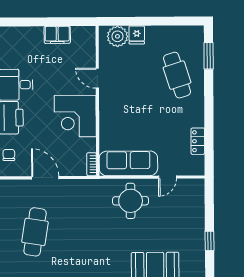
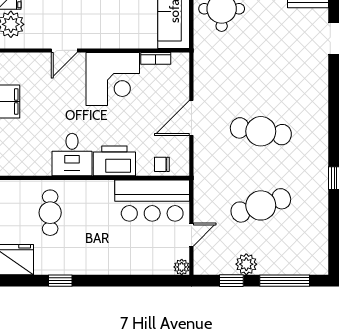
bookcase: (92, 164) -> (156, 58), moved

